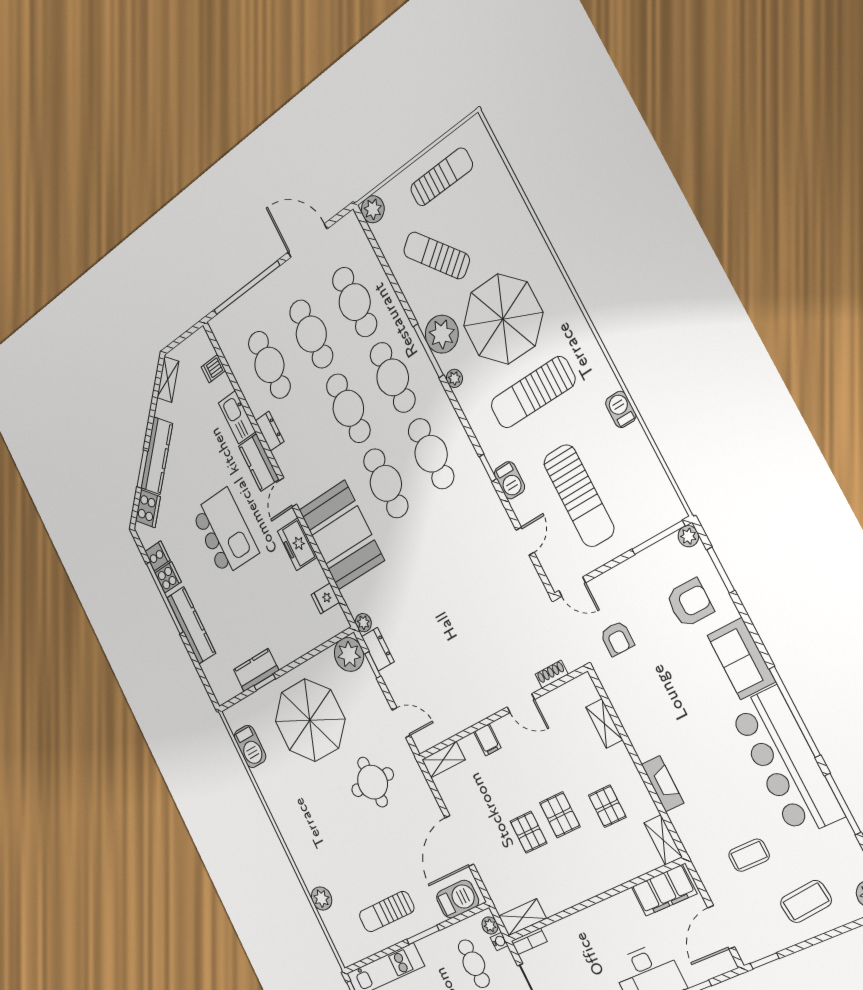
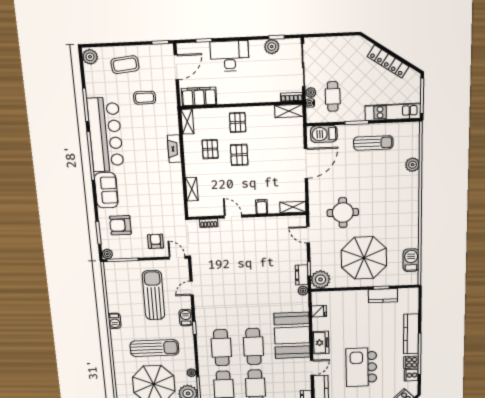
armchair: (617, 638) -> (156, 241), moved
pallet: (529, 832) -> (238, 122), moved
plant: (490, 925) -> (311, 93), moved

